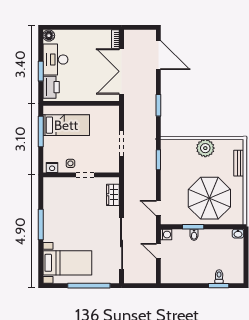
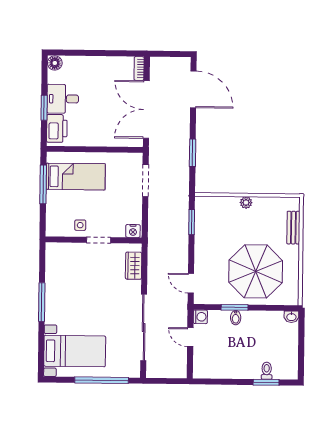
desk: (55, 60) -> (63, 99), width x0.73
doorway: (122, 144) -> (145, 180), moved
plant: (205, 148) -> (246, 203), width x0.53, depth x0.53
nightstand: (52, 167) -> (133, 231), moved

